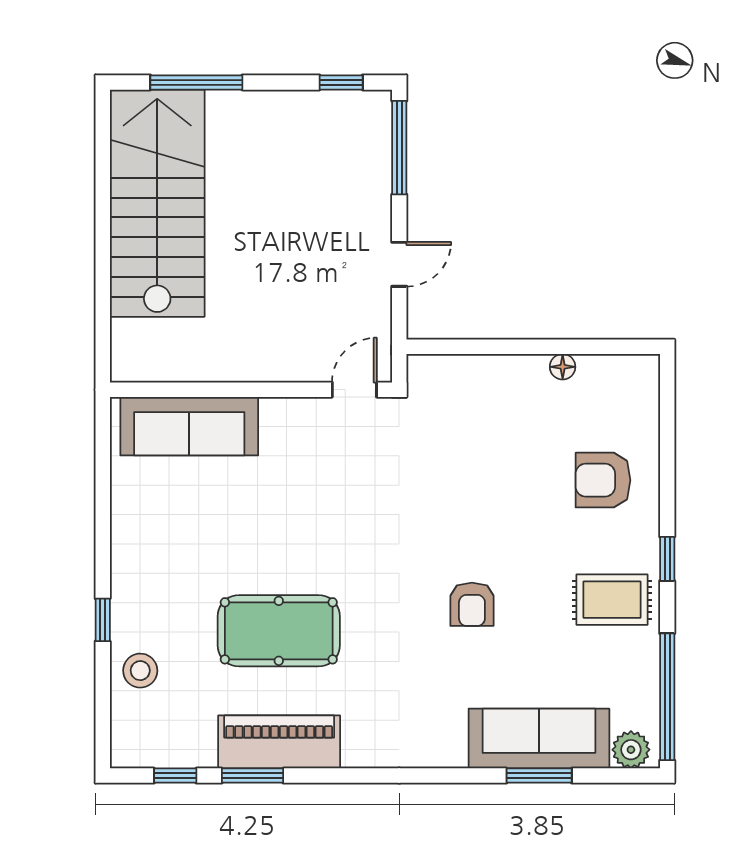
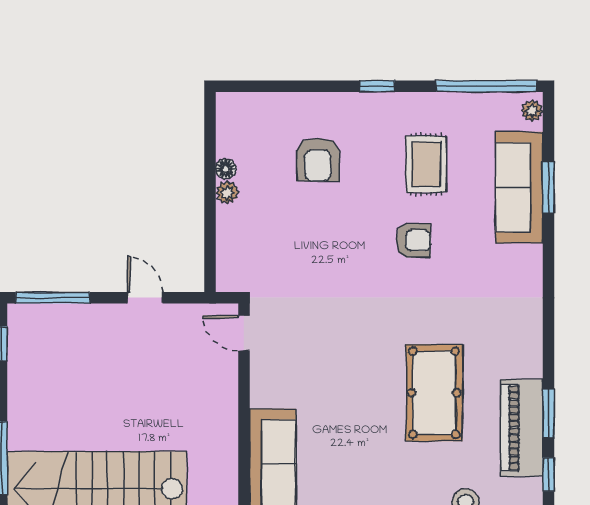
plant: (532, 369) -> (227, 193), added
armchair: (603, 480) -> (318, 160), moved
rug: (612, 600) -> (426, 164), moved
piano: (279, 742) -> (522, 428), moved
plant: (631, 750) -> (532, 111), width x0.73, depth x0.73

